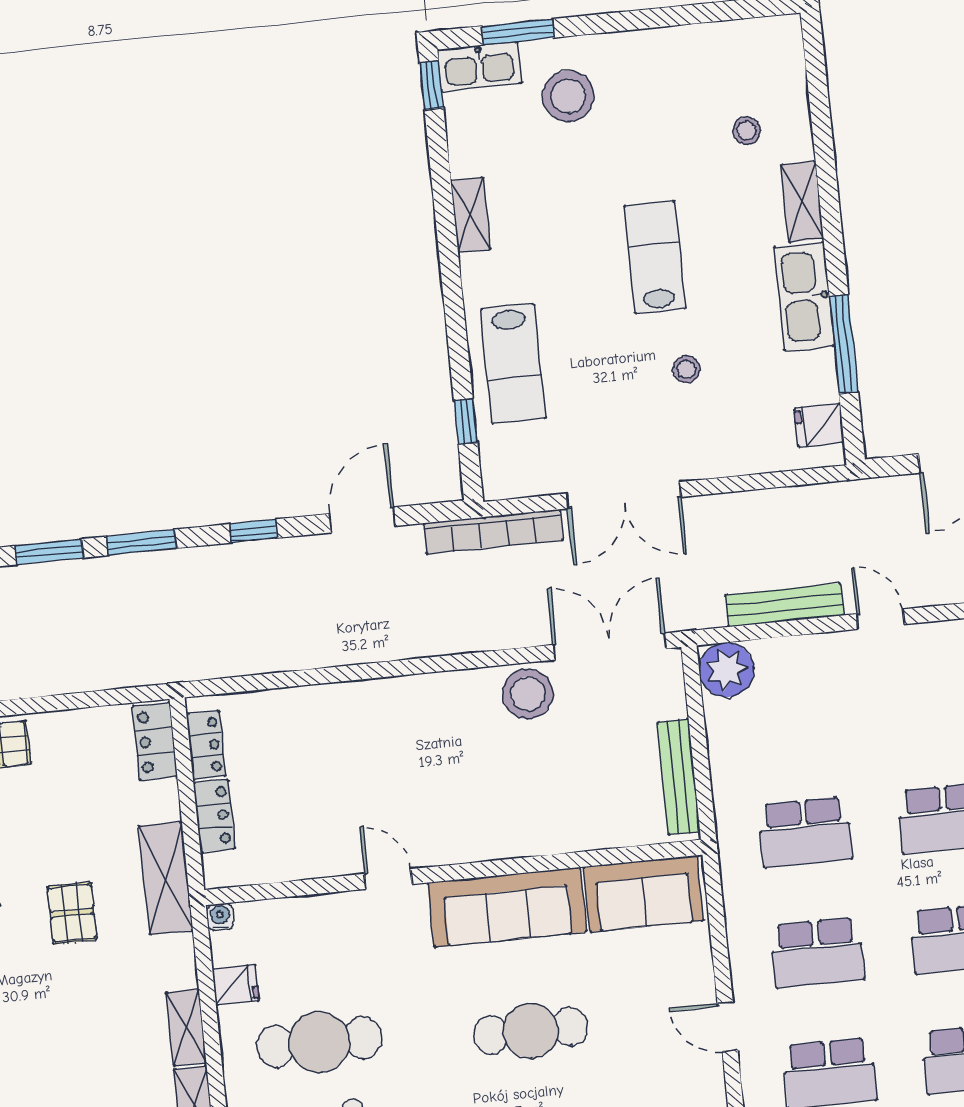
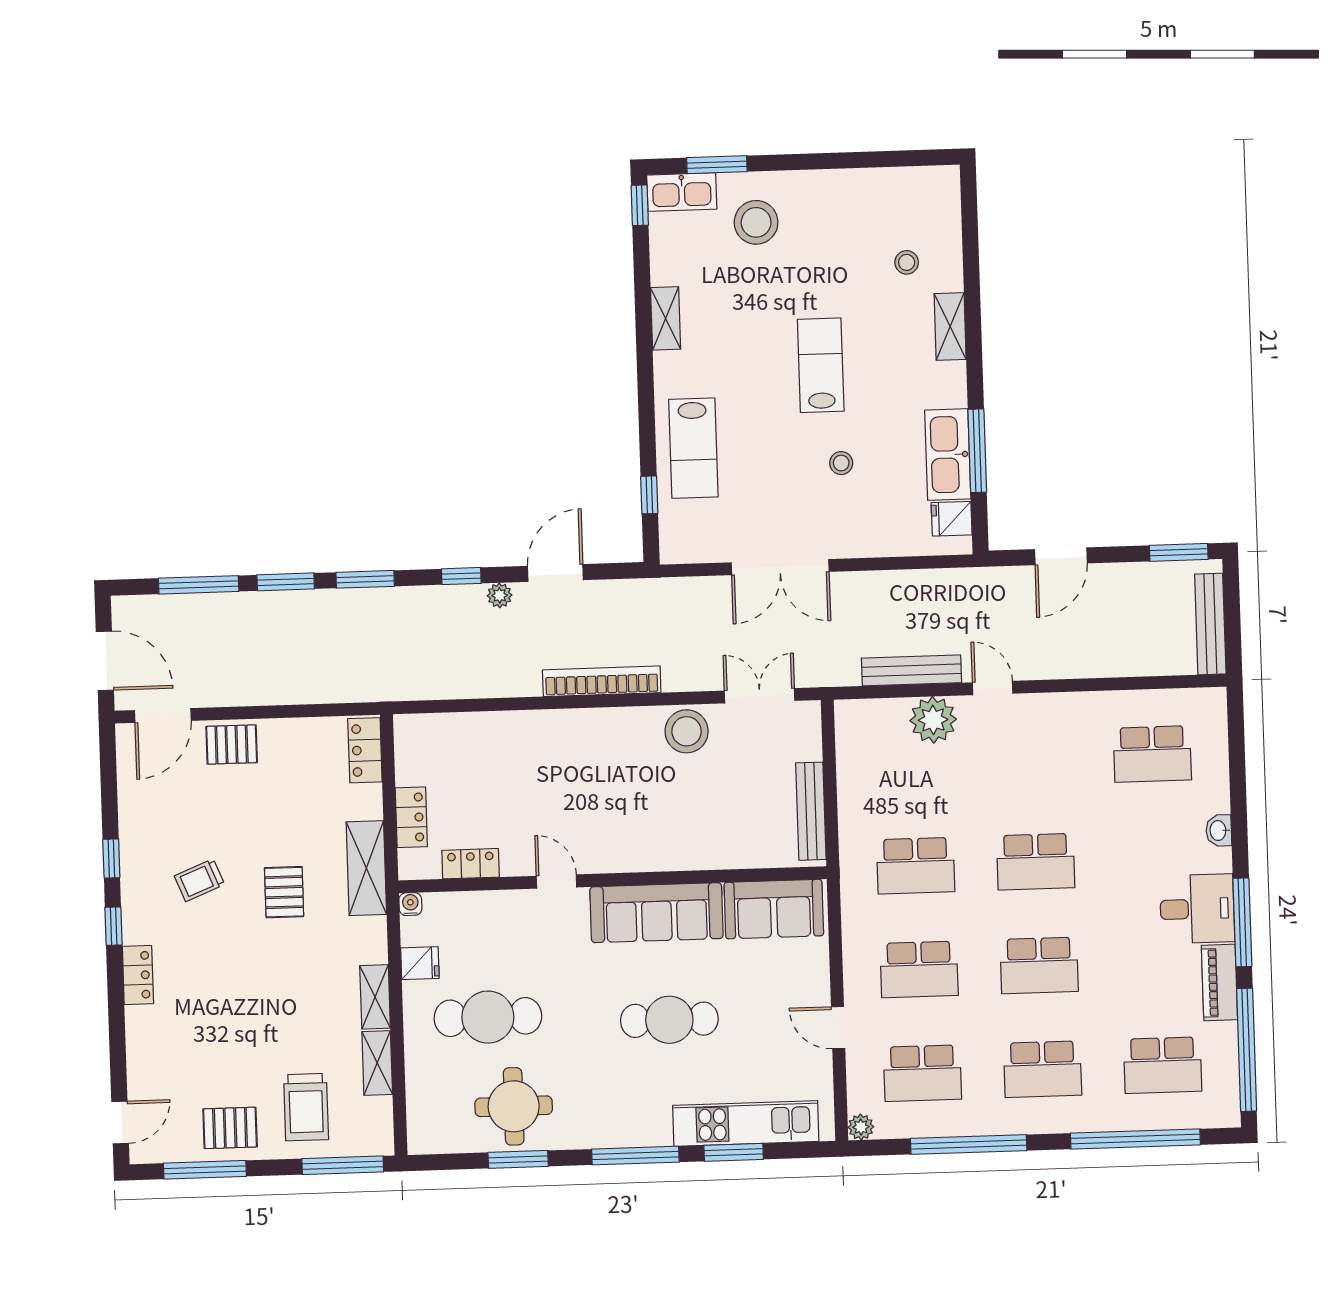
kitchen sink: (804, 296) -> (948, 454), moved
bookcase: (493, 532) -> (602, 681), moved, turned 180
plant: (299, 550) -> (500, 595), added
double door: (610, 647) -> (760, 696), width x0.73
plant: (726, 670) -> (933, 720), moved
locker: (206, 745) -> (471, 864), moved, turned -90

